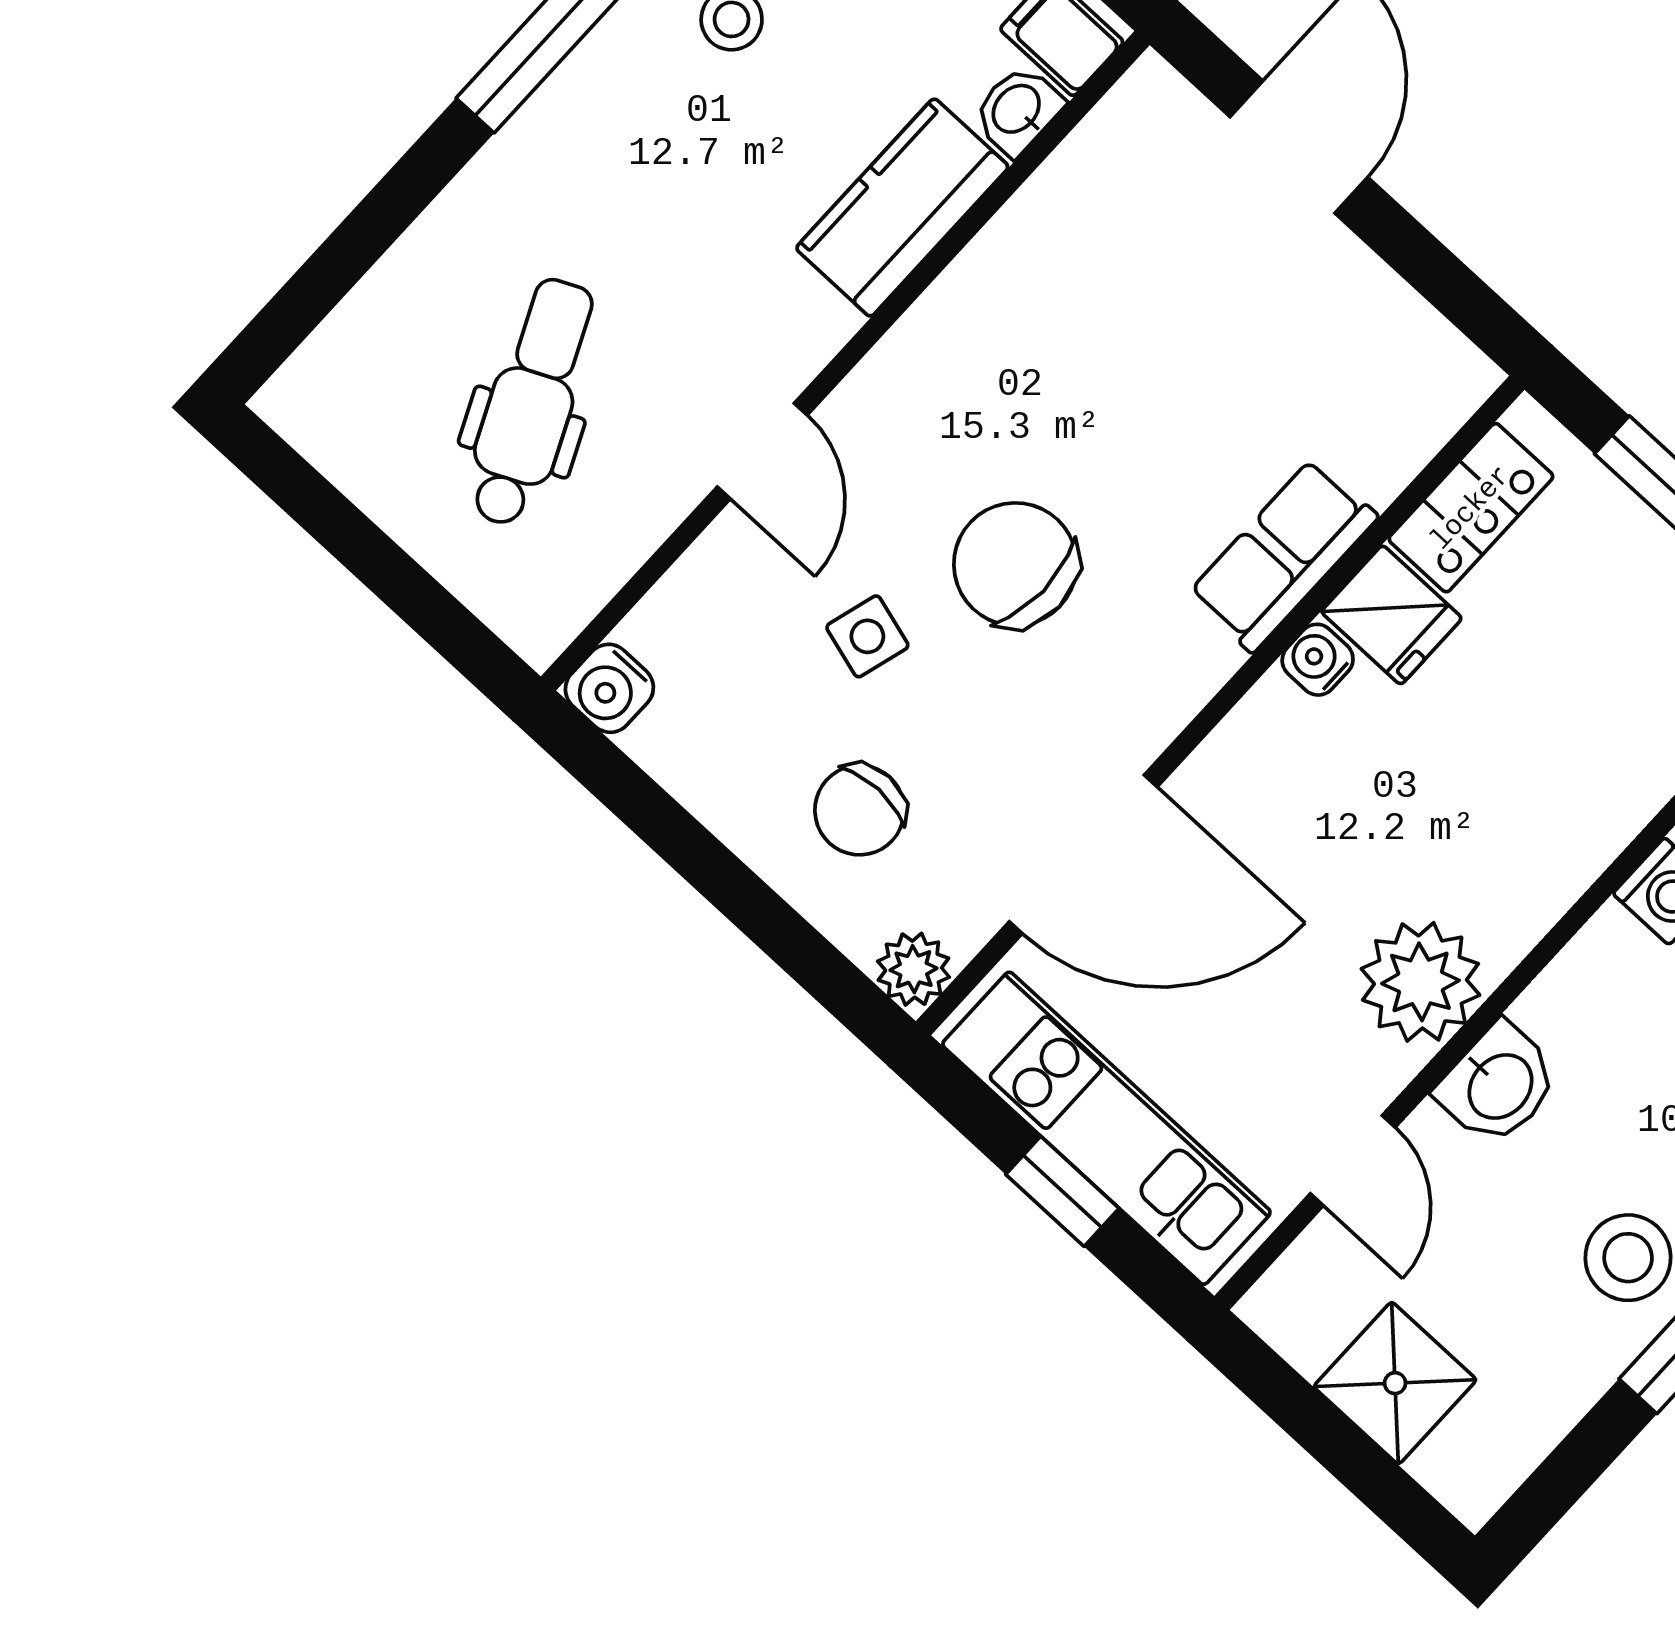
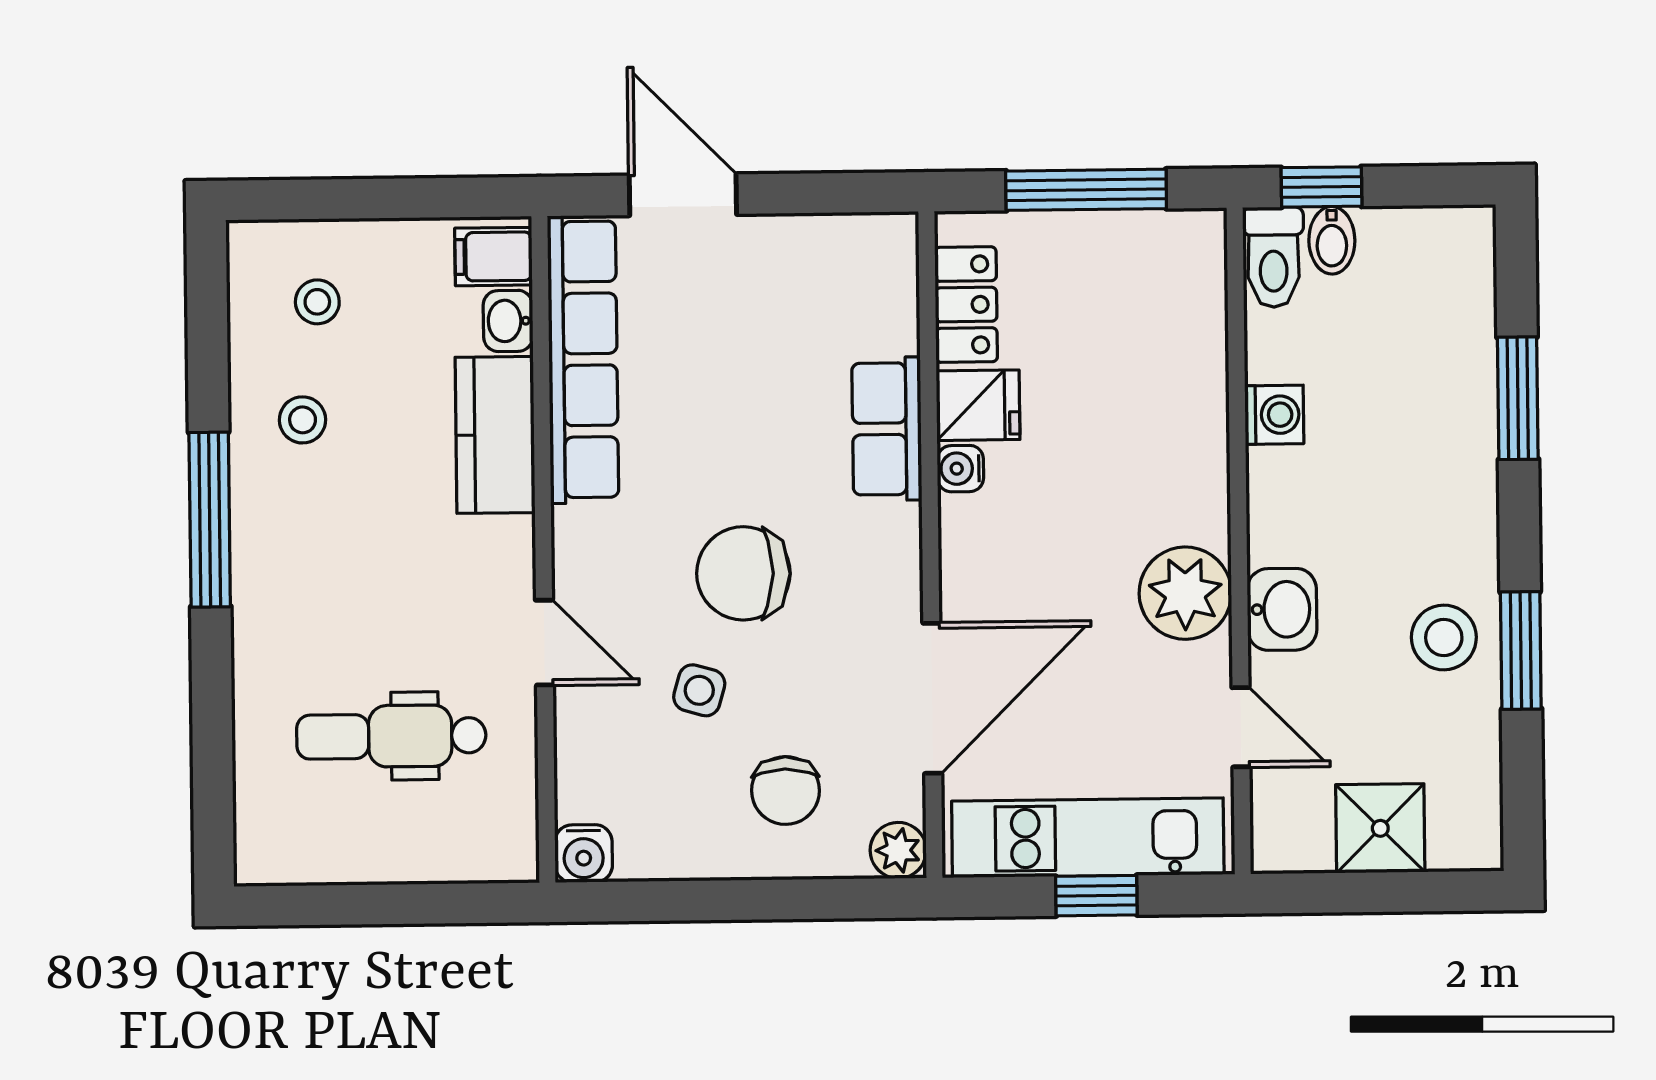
row of seats: (1055, 215) -> (583, 359), added
dental chair: (531, 402) -> (391, 736), turned -65

